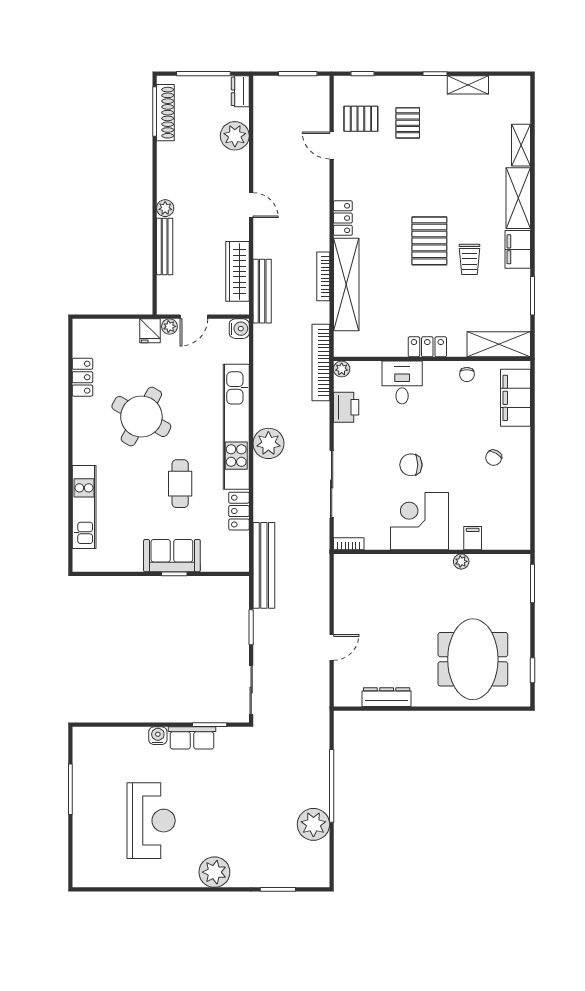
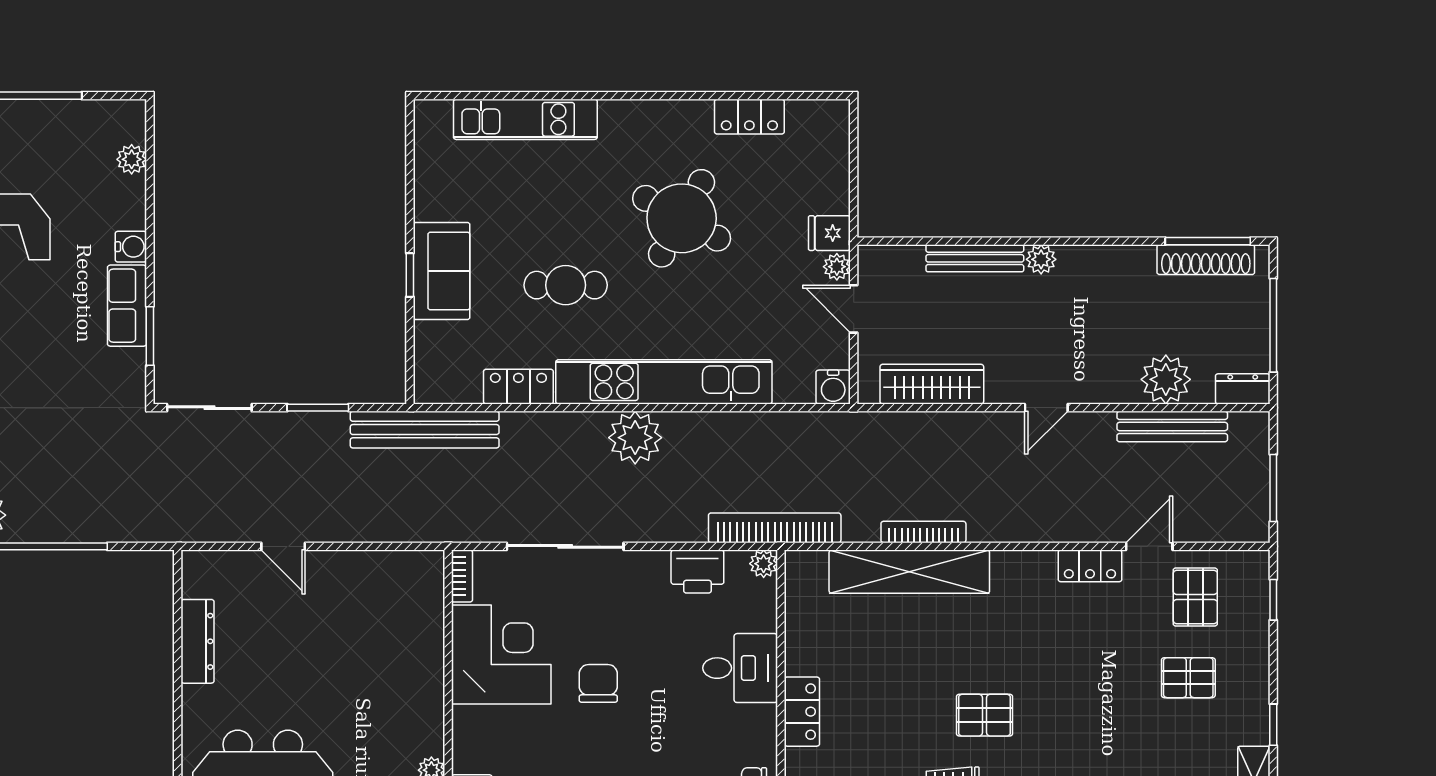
locker: (343, 218) -> (1090, 566), moved
pallet: (429, 241) -> (985, 715), width x0.67, depth x0.71
bench: (262, 291) -> (1172, 427), moved
corner desk: (419, 521) -> (501, 655), moved
plant: (107, 735) -> (132, 159), added

